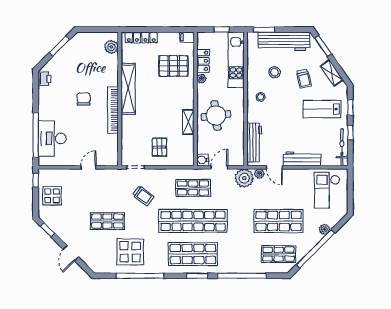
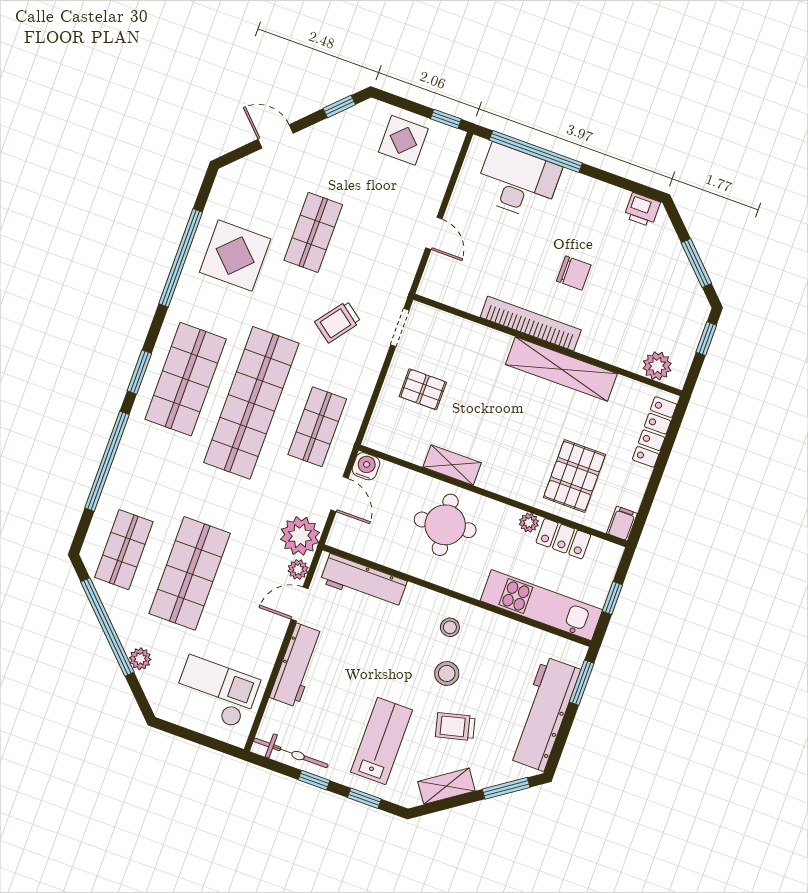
window: (91, 30) -> (706, 339), added
stool: (275, 72) -> (447, 673), moved

